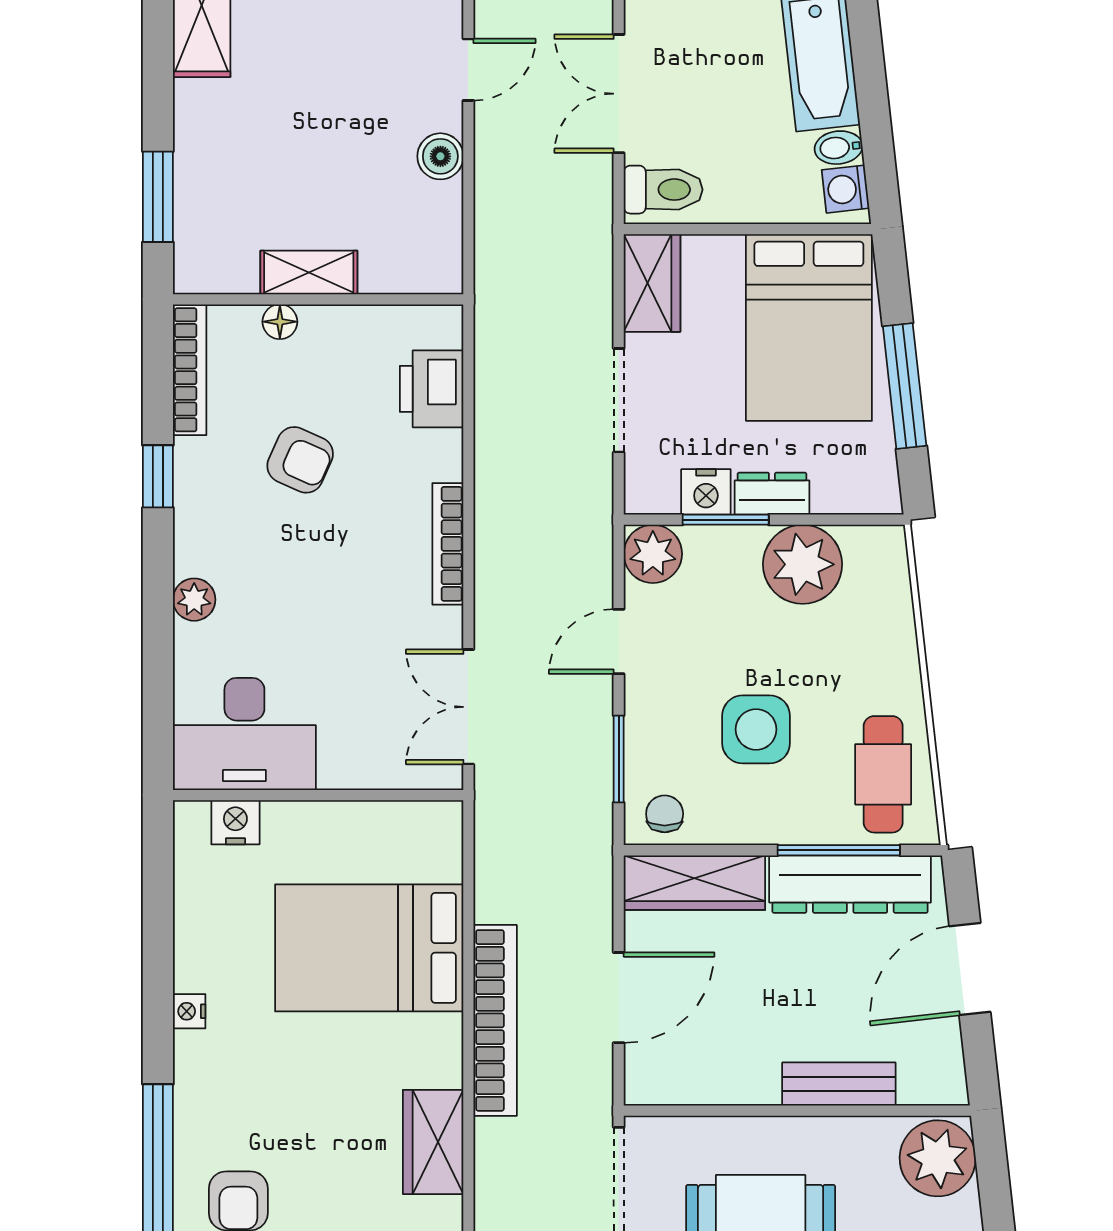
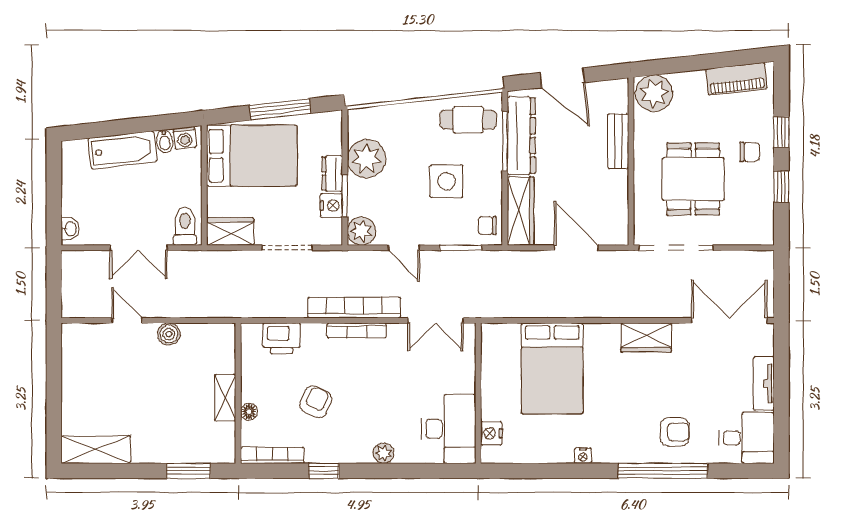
bookcase: (495, 1020) -> (354, 308), moved

